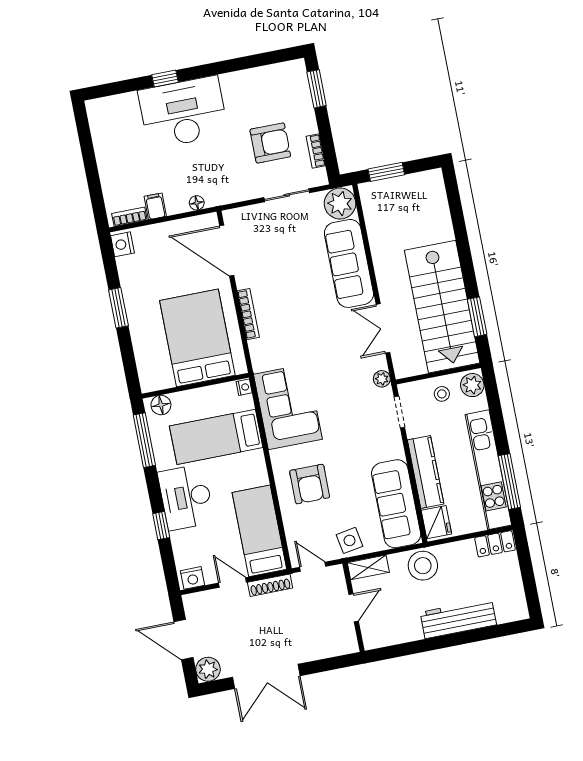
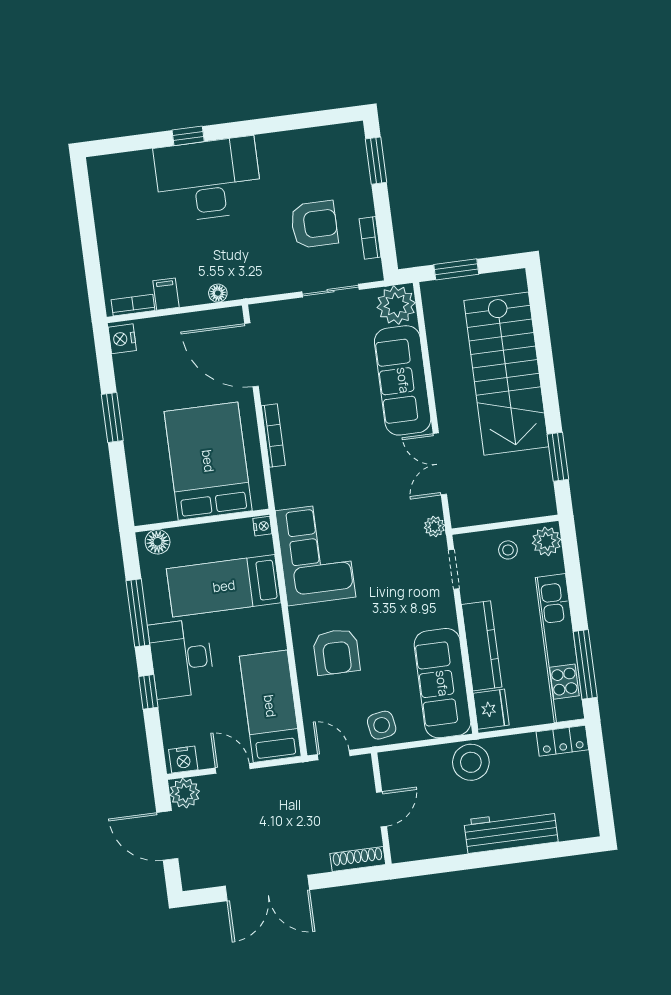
stairs: (442, 307) -> (506, 374), moved
window: (144, 440) -> (138, 613), moved
shelving: (368, 567) -> (403, 760), removed
shoe rack: (270, 585) -> (358, 859), moved, turned 180
plant: (208, 669) -> (185, 793), moved

